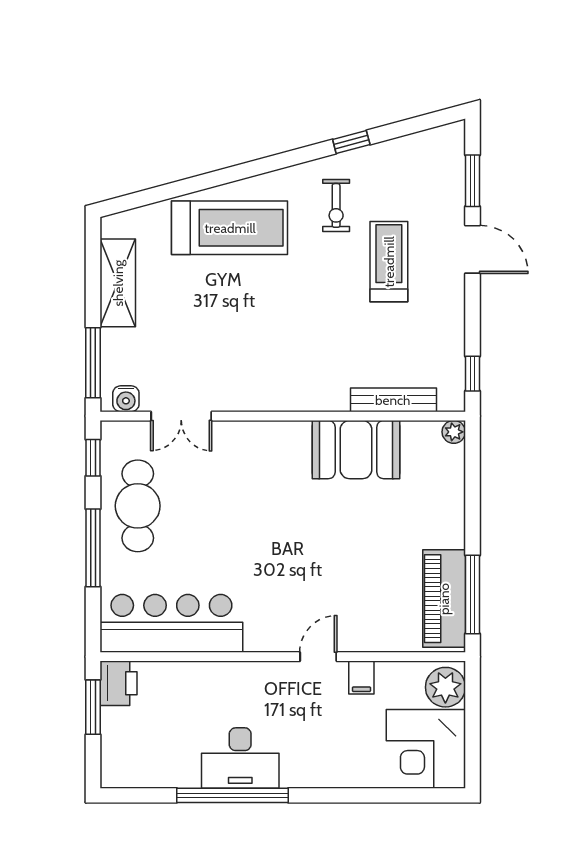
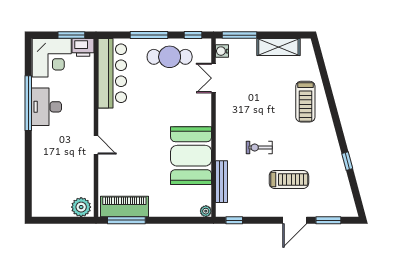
exercise bike: (336, 205) -> (259, 147), moved
treadmill: (230, 228) -> (305, 102), width x0.73, depth x0.73
booth: (356, 450) -> (191, 156), width x1.36, depth x1.42
filing cabinet: (361, 678) -> (86, 166), removed
corner desk: (426, 749) -> (52, 58), moved, turned 180

